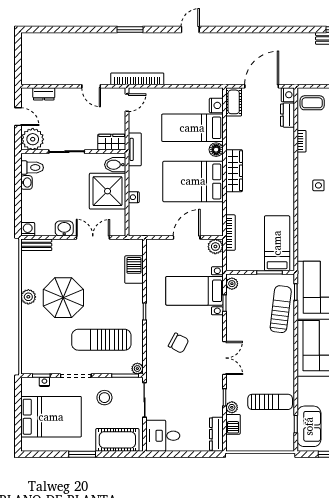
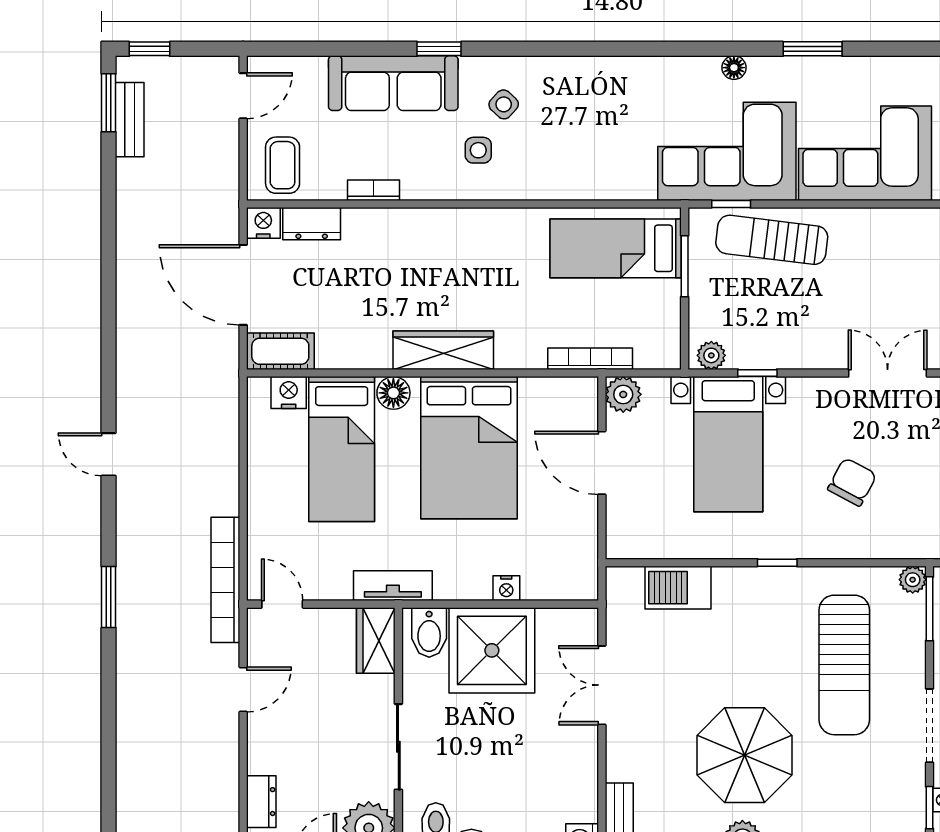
washbasin: (64, 228) -> (580, 753), removed

